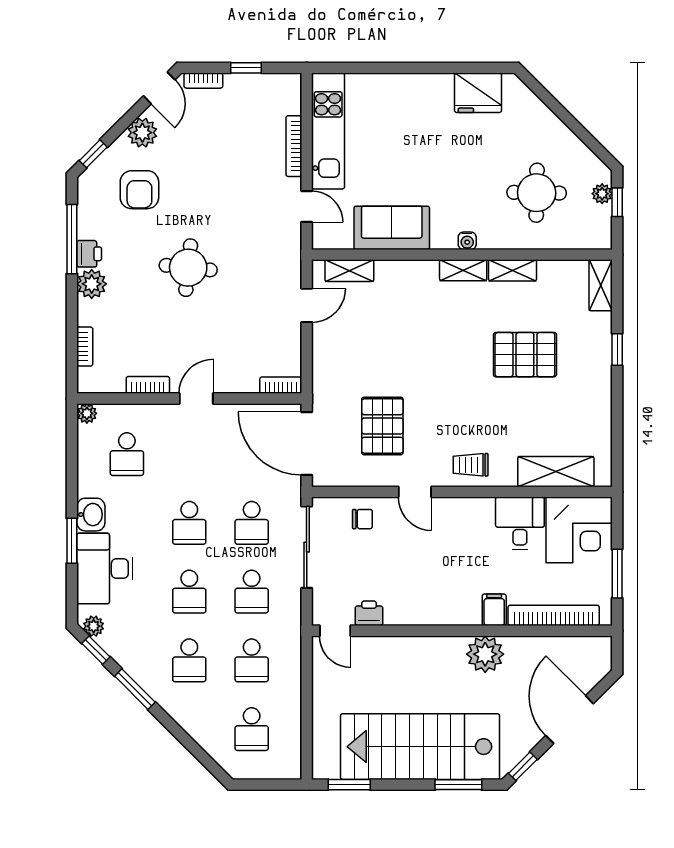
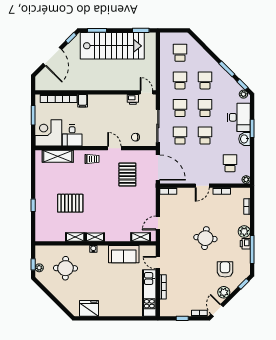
shelving: (601, 285) -> (40, 231), removed
plant: (485, 654) -> (86, 83), removed

